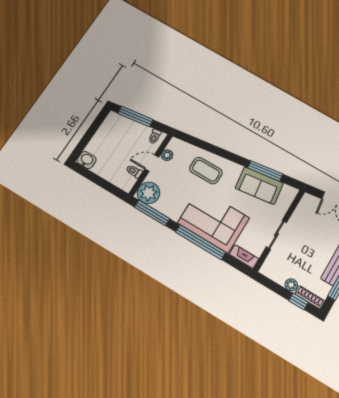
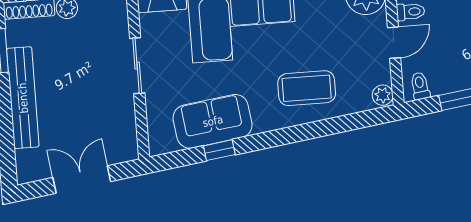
plant: (167, 155) -> (383, 95), moved
window: (265, 171) -> (219, 150), width x0.46

